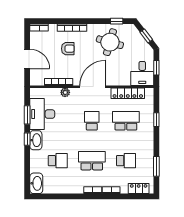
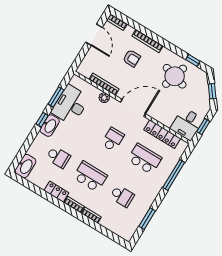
door: (27, 59) -> (94, 35), moved
window: (156, 120) -> (174, 175), width x2.17
locker: (139, 189) -> (56, 192), moved

